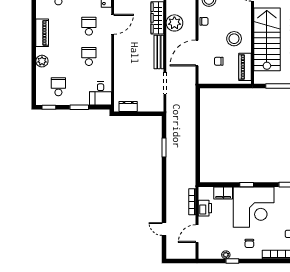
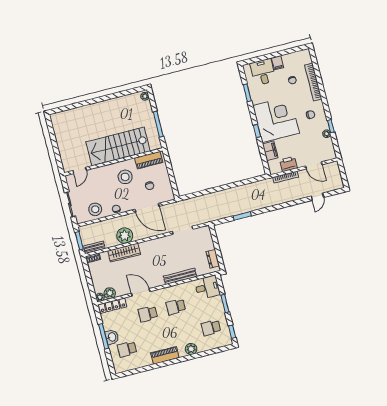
bench: (159, 52) -> (180, 276), moved

